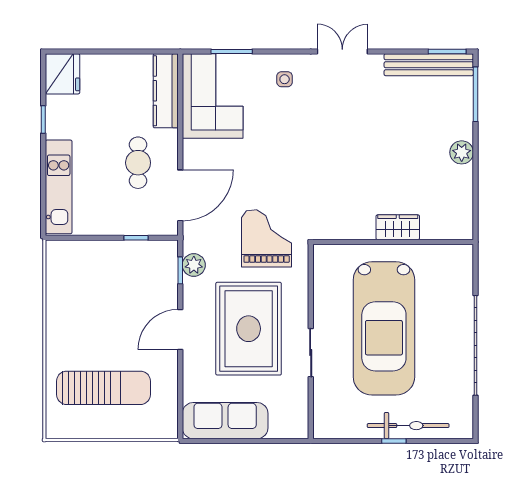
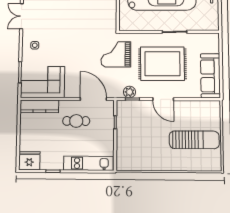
sun lounger: (104, 388) -> (194, 140), turned 90

